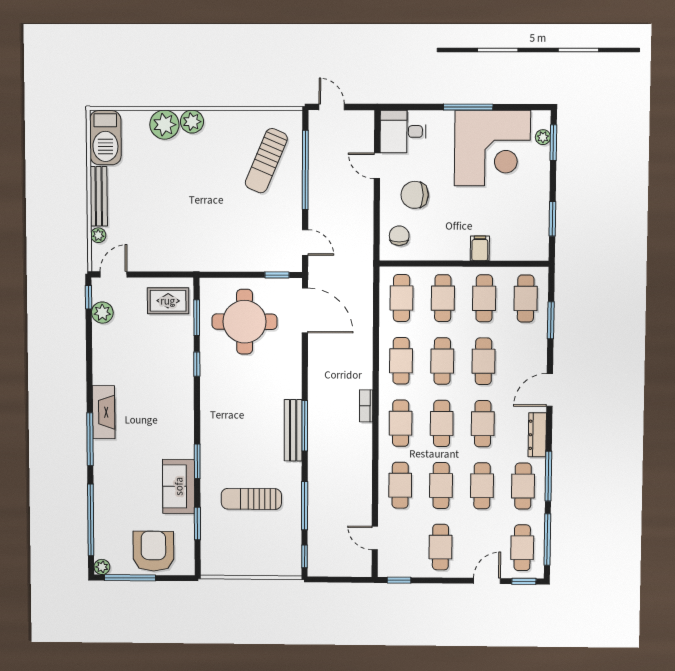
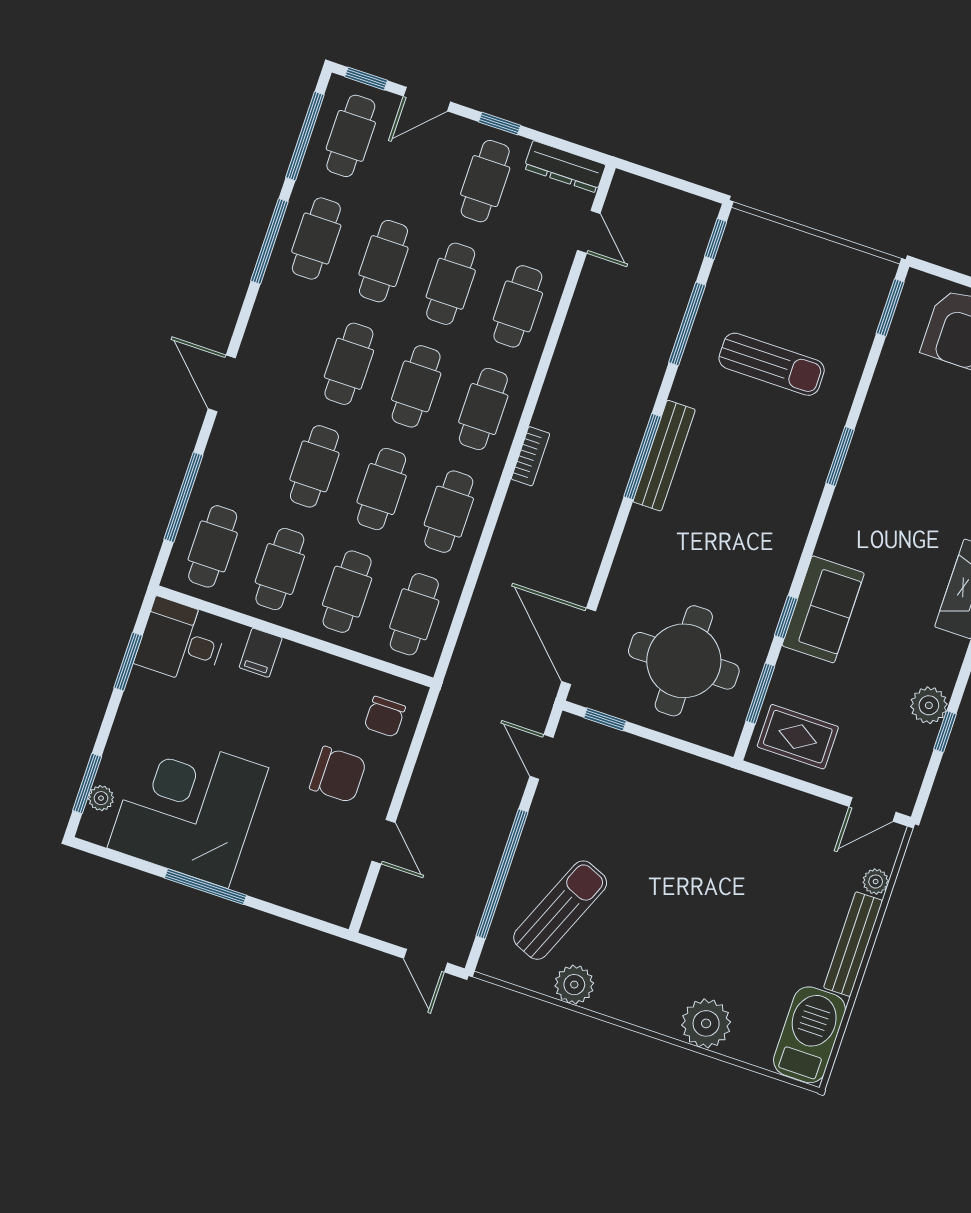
plant: (192, 122) -> (574, 985), moved
desk: (403, 131) -> (181, 642), moved, turned 180
window: (89, 297) -> (945, 732), moved
plant: (102, 313) -> (929, 705), moved
window: (551, 320) -> (183, 497), width x1.44
door: (550, 390) -> (222, 383), swing flipped
dresser: (537, 435) -> (565, 167), moved, turned 90
sofa: (179, 486) -> (823, 609), moved
window: (197, 523) -> (890, 308), moved
window: (399, 580) -> (500, 124), moved

